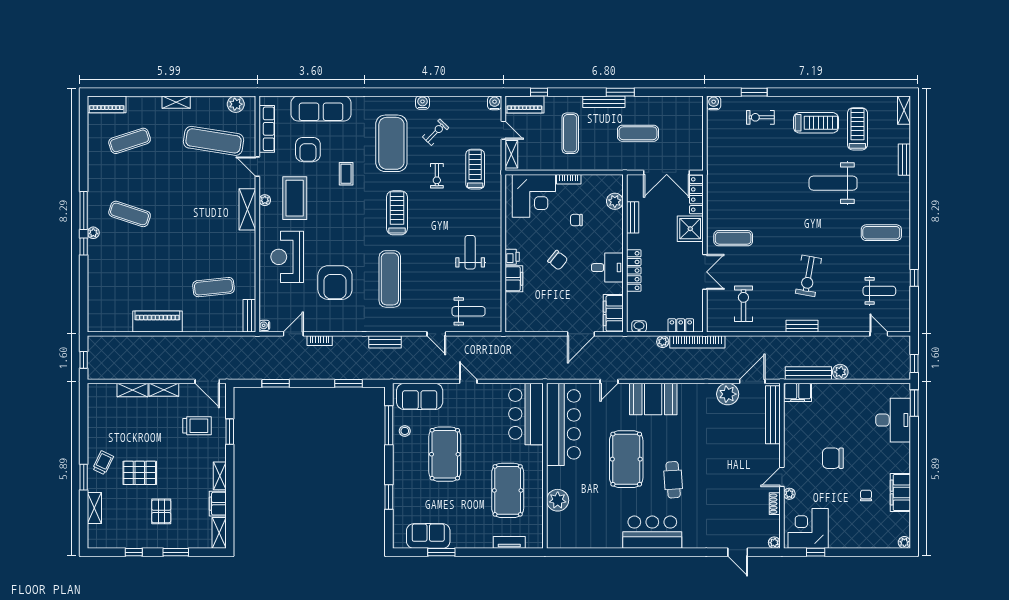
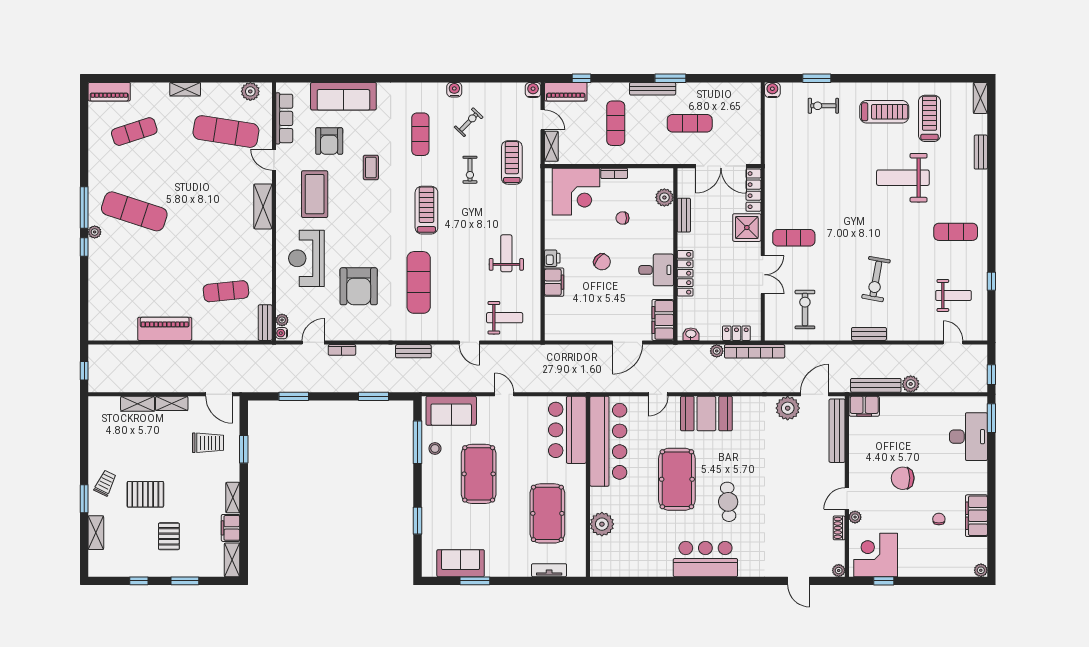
exercise mat: (391, 143) -> (420, 134), width x0.50, depth x0.69
plant: (265, 200) -> (282, 320), moved
exercise mat: (130, 214) -> (134, 211), width x1.36, depth x1.45

